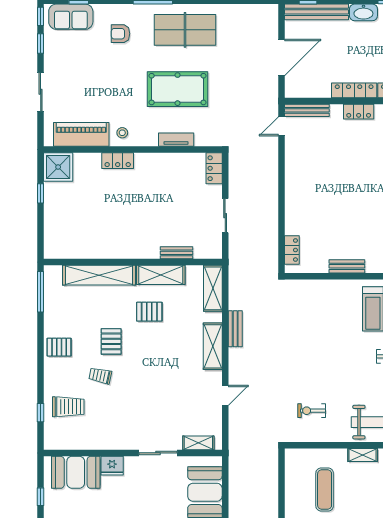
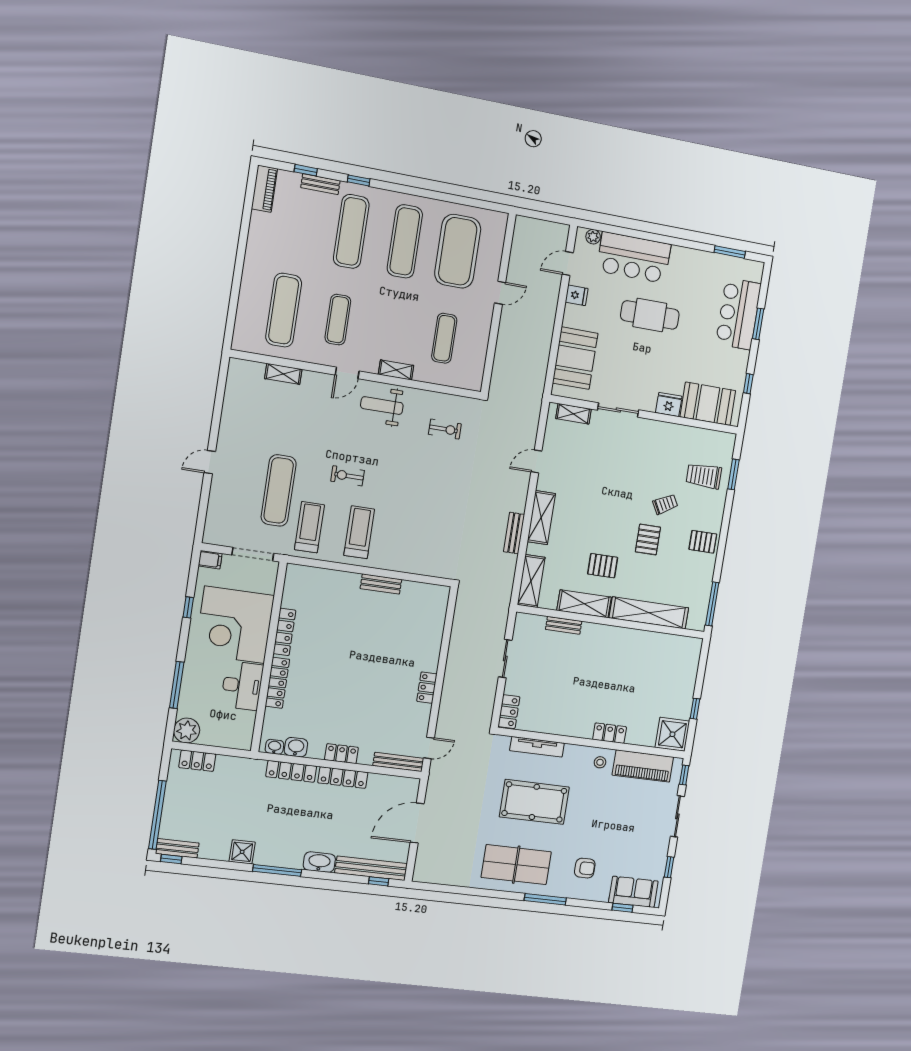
window: (41, 16) -> (684, 775), moved
tv unit: (176, 140) -> (537, 747), width x1.41
locker: (292, 250) -> (427, 688), moved
trolley: (100, 376) -> (665, 504), turned -41
window: (41, 413) -> (733, 474), width x1.50

